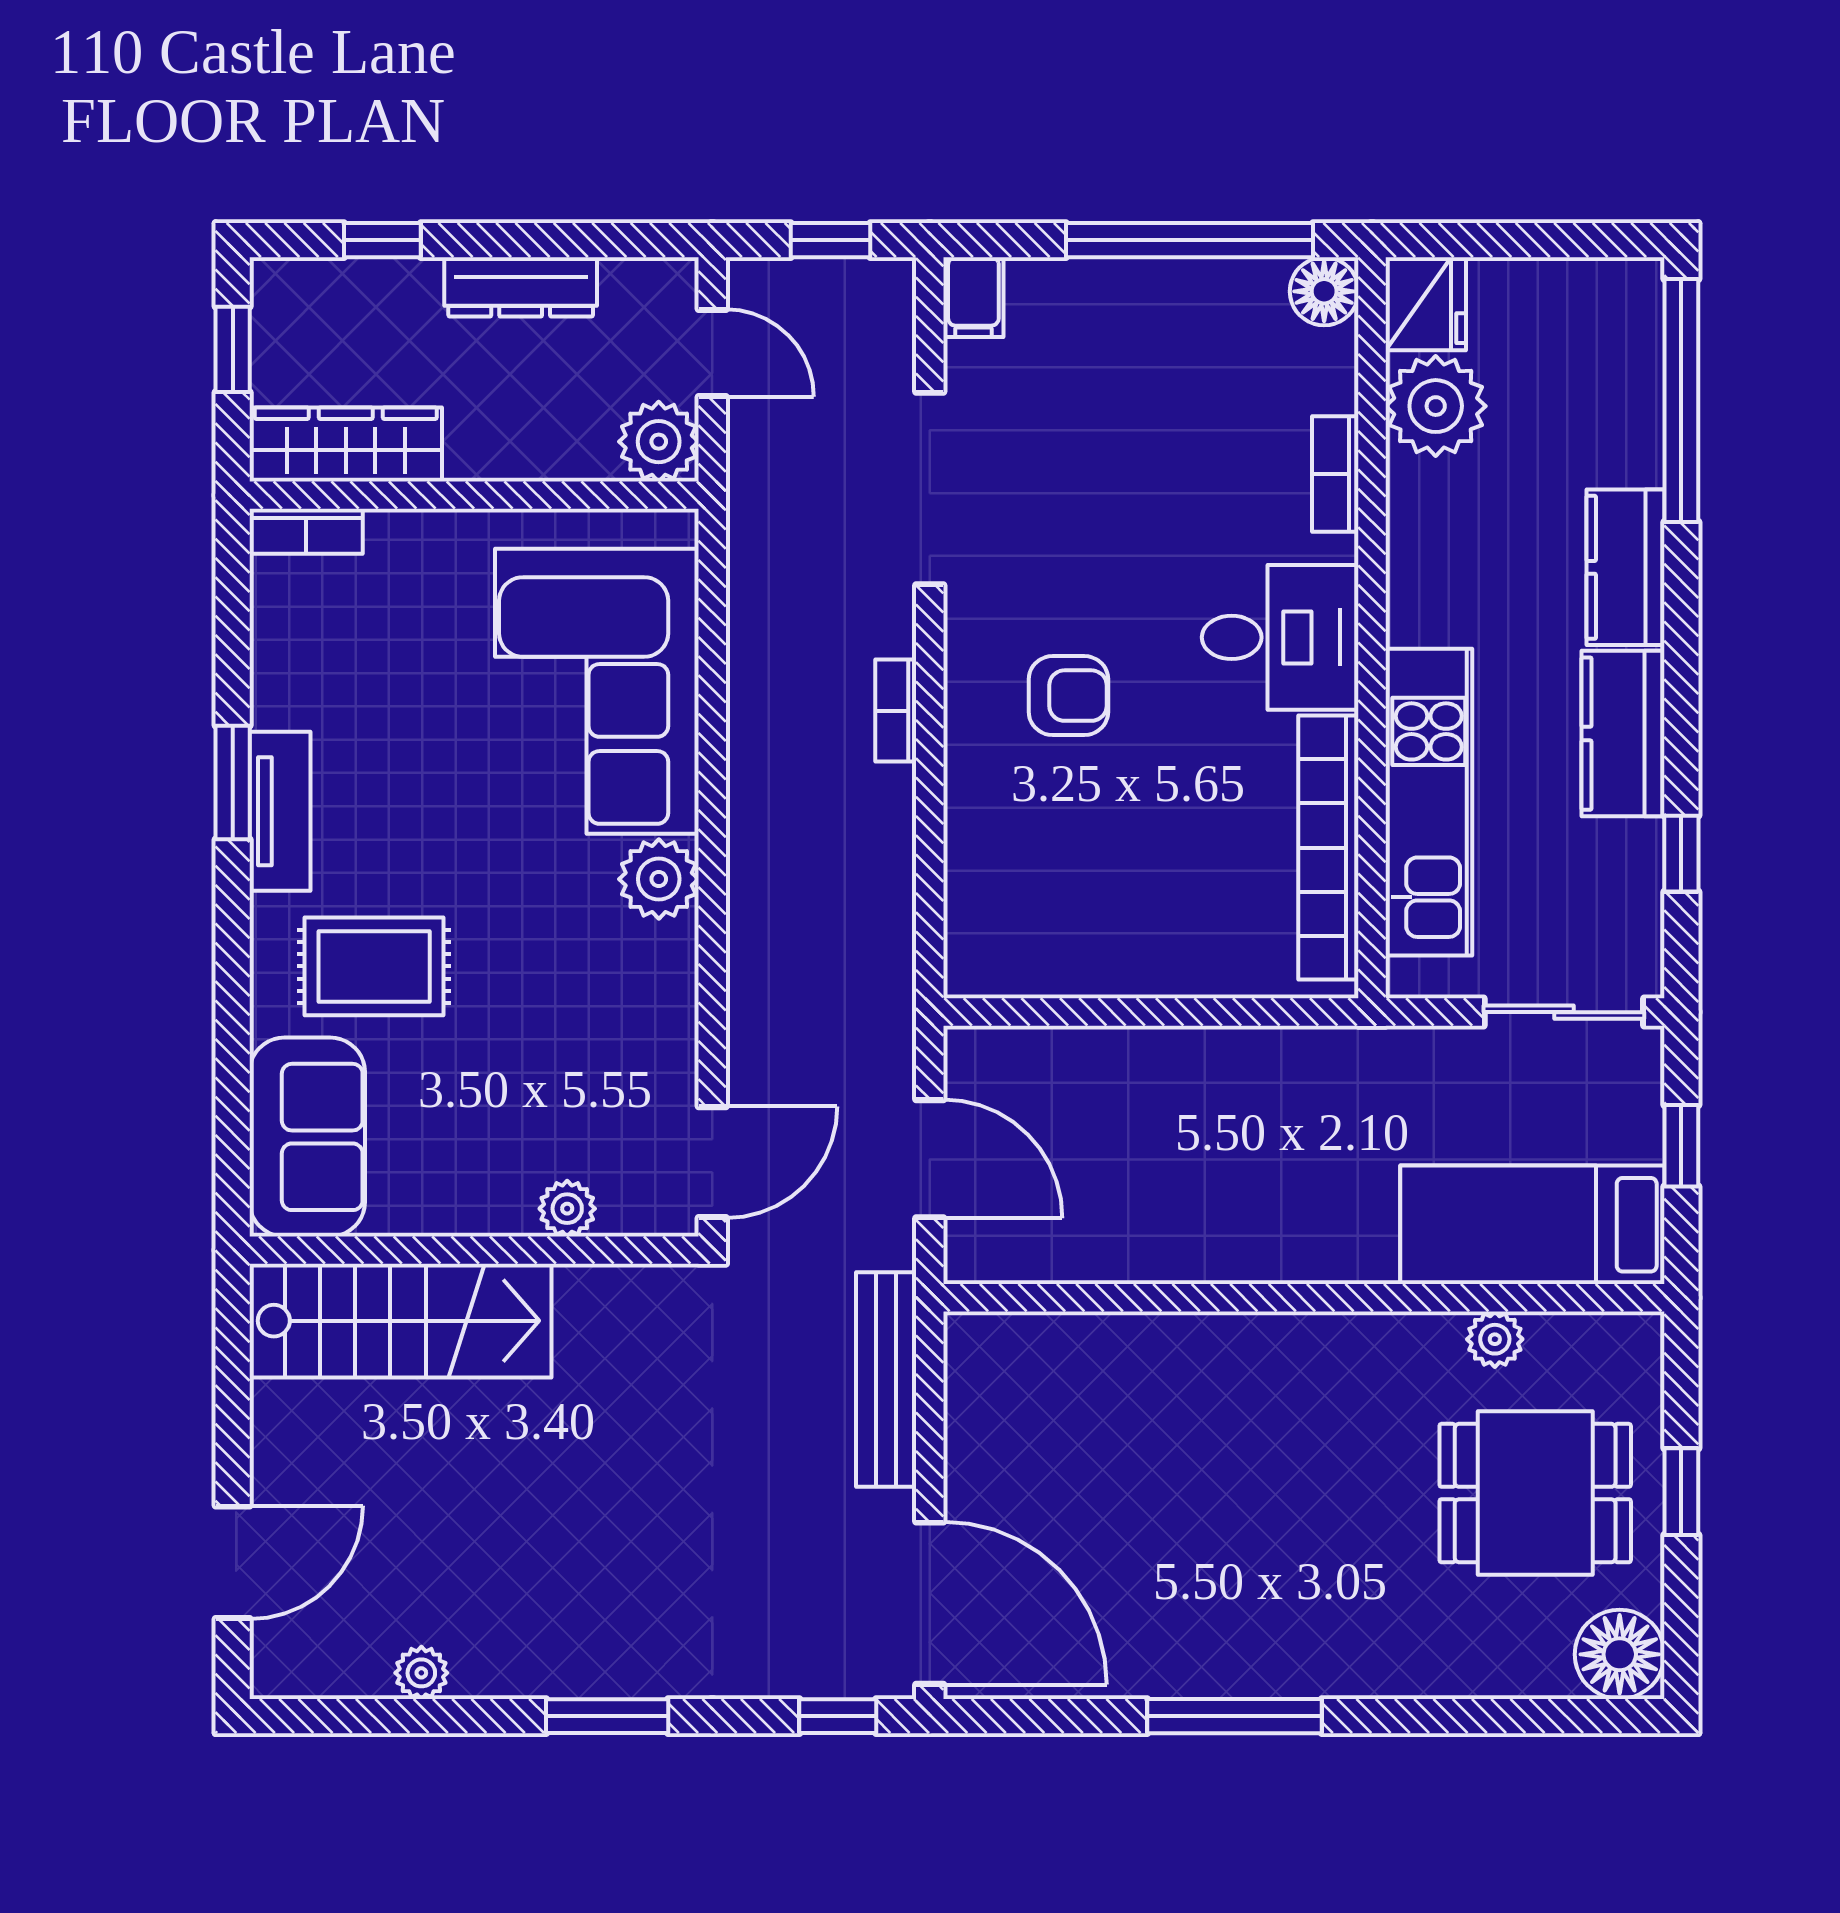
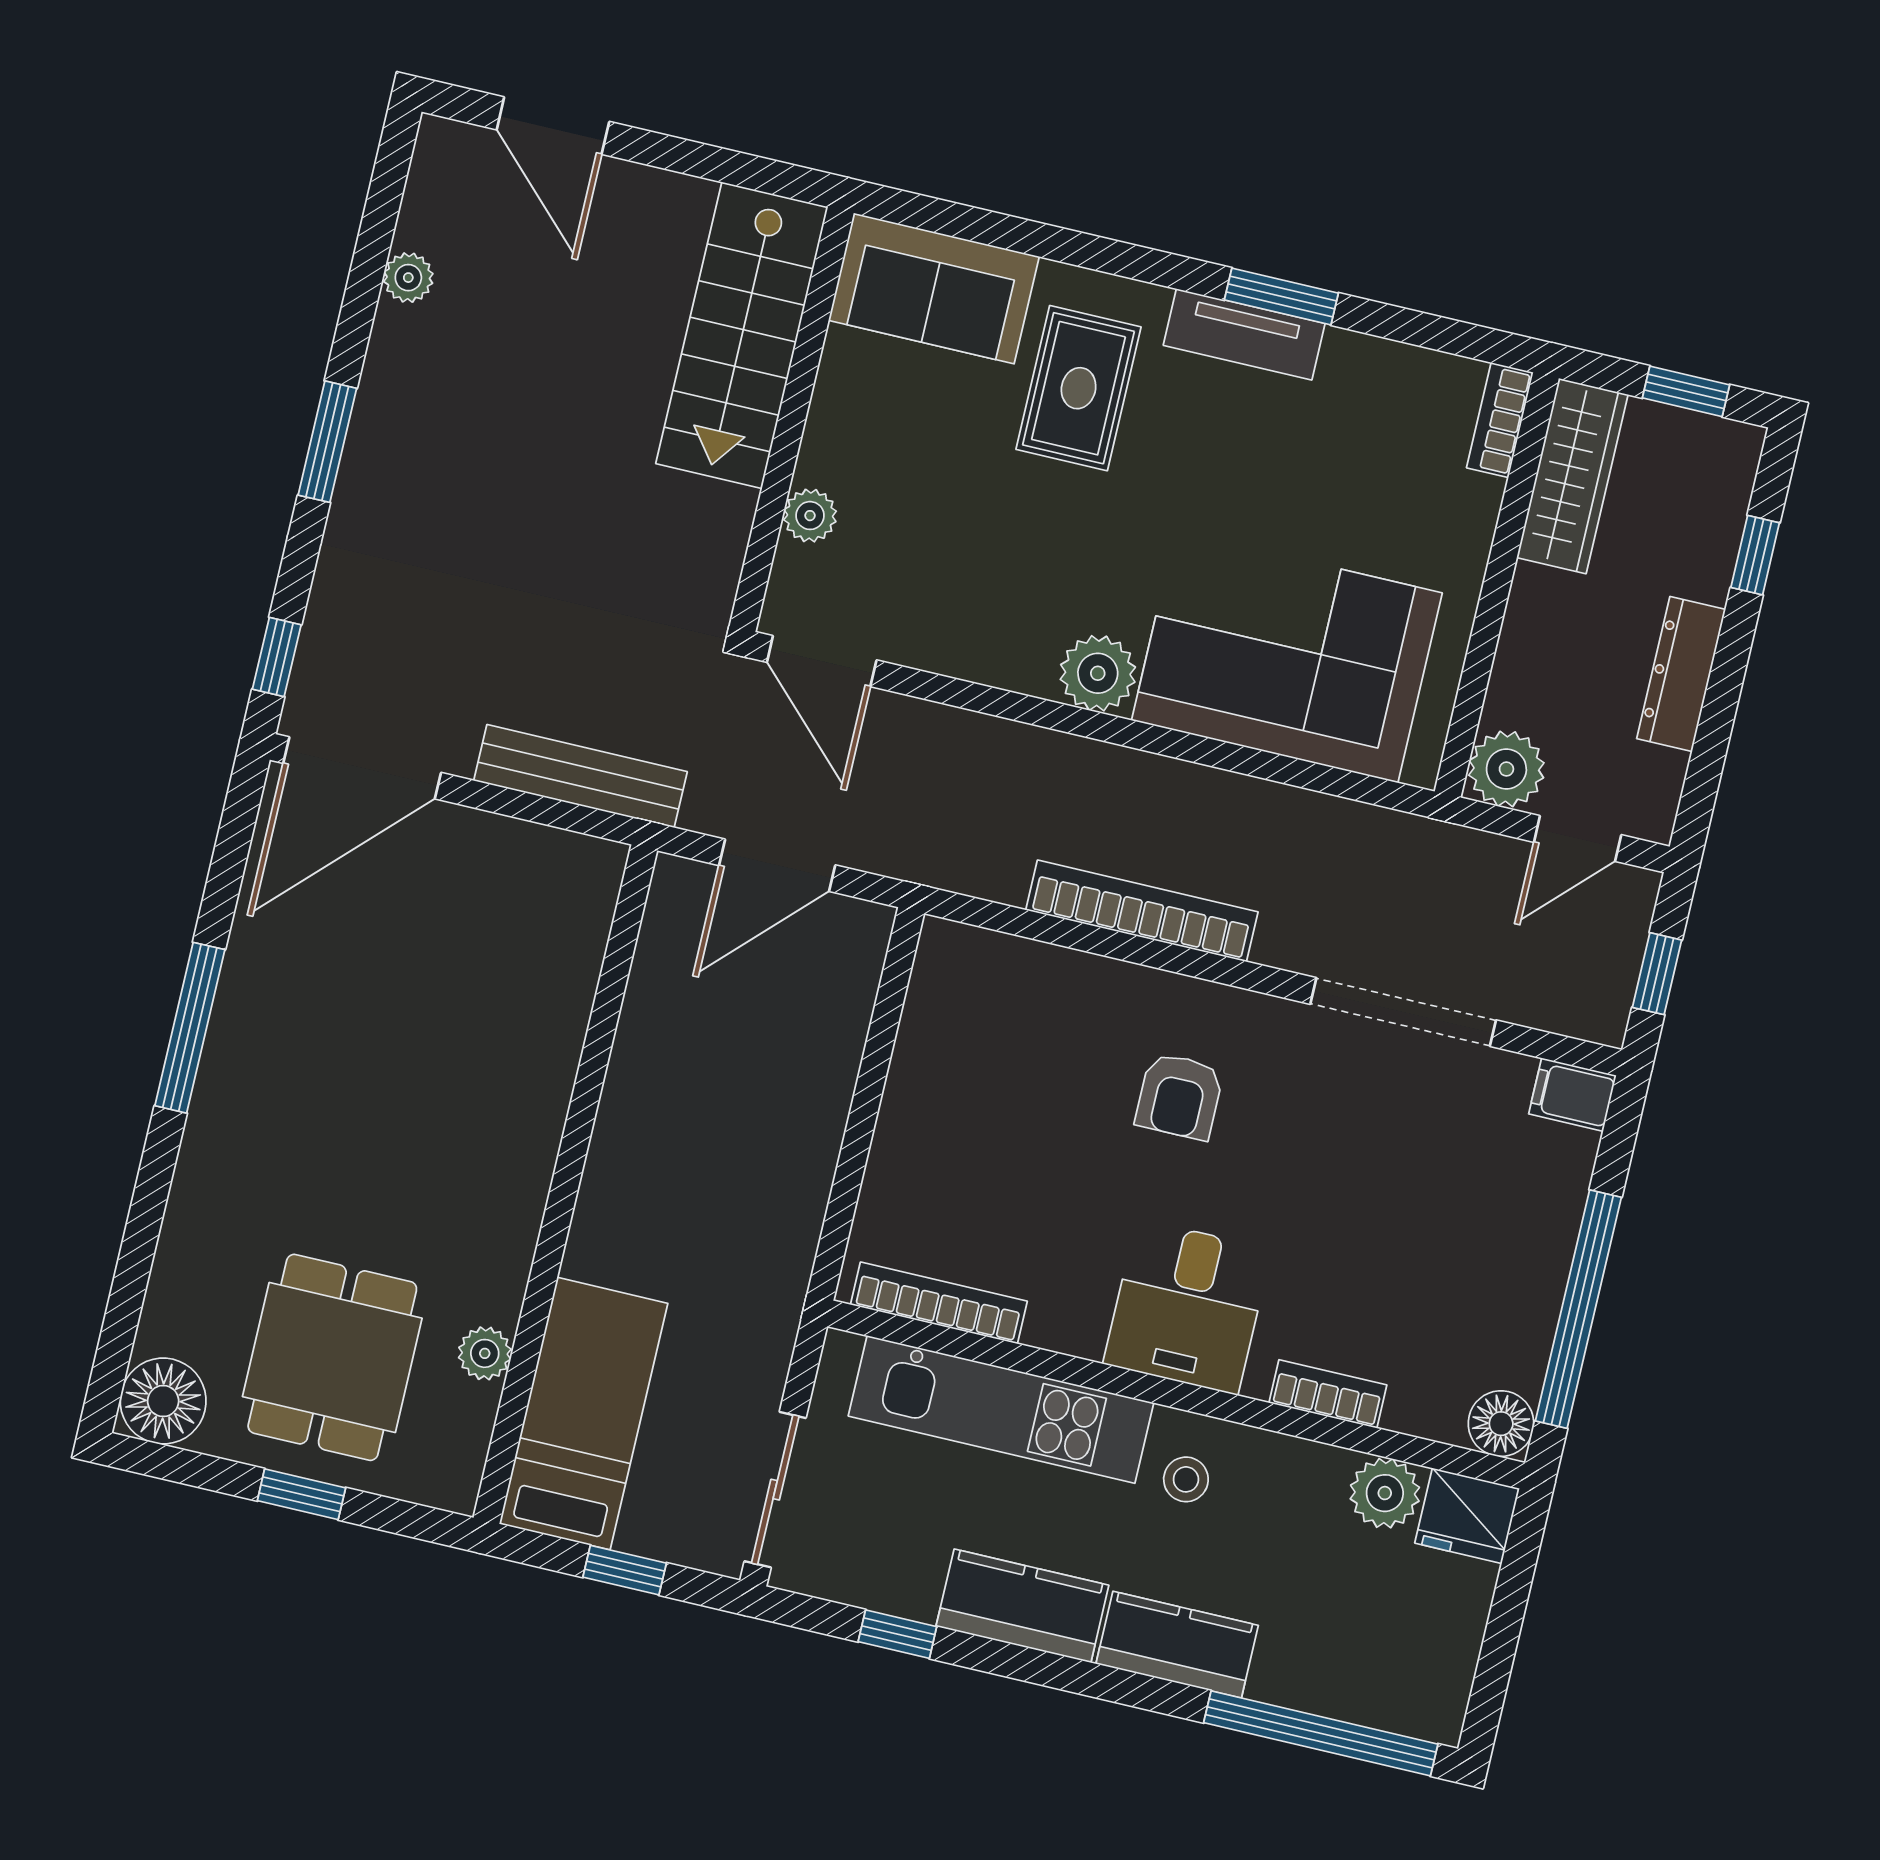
plant: (1436, 406) -> (1385, 1493), width x0.73, depth x0.73
stool: (1456, 598) -> (1186, 1479), added
bookcase: (896, 711) -> (1142, 911), width x2.31, depth x1.31
bookcase: (1328, 848) -> (939, 1303), width x0.68, depth x0.76

